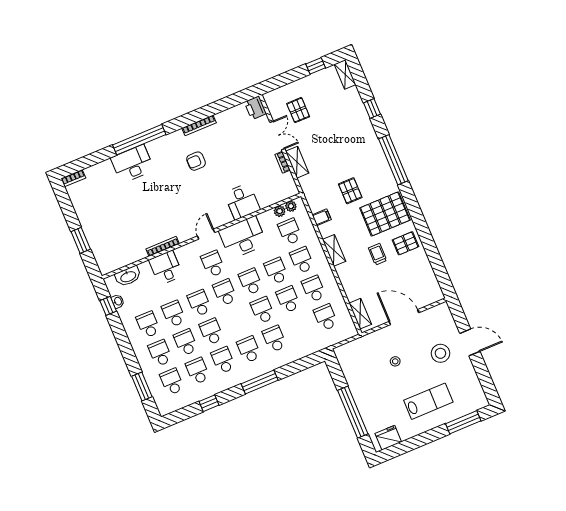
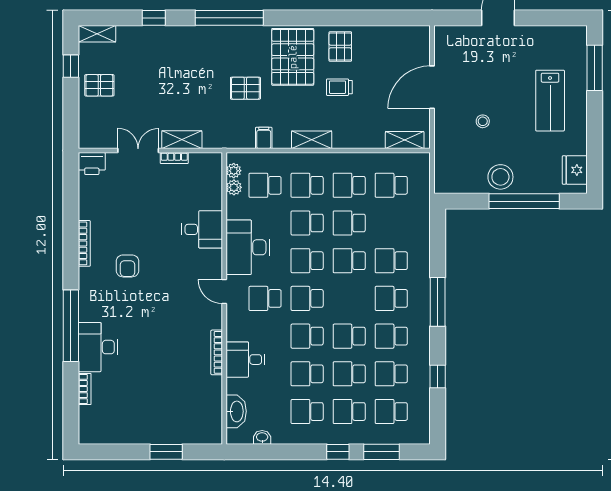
pallet: (298, 110) -> (99, 85), moved
bookcase: (73, 178) -> (85, 389), moved
window: (108, 306) -> (338, 452), moved
stool: (440, 353) -> (500, 177), moved
lab bench: (428, 401) -> (550, 101), turned 180

